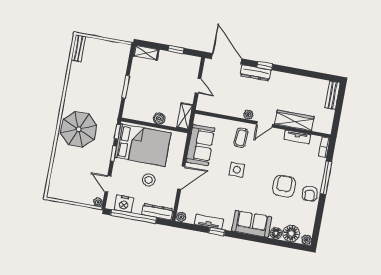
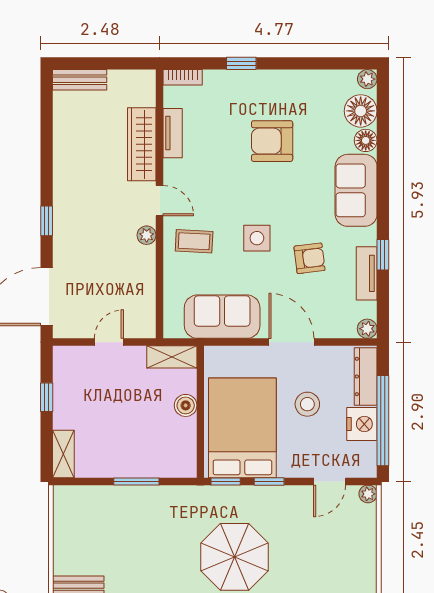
dresser: (255, 73) -> (64, 236), removed
window: (326, 178) -> (241, 63), width x0.46
armchair: (310, 194) -> (310, 258), moved
nightstand: (124, 204) -> (362, 424), moved

